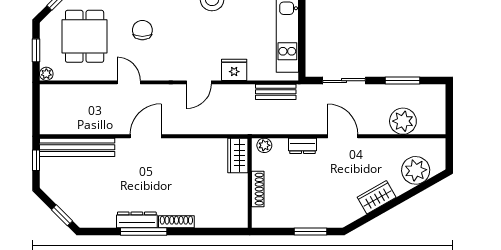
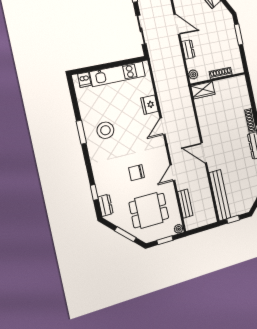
door: (199, 82) -> (163, 126), swing flipped
bench: (276, 92) -> (185, 204), moved
door: (343, 136) -> (177, 24), swing flipped

